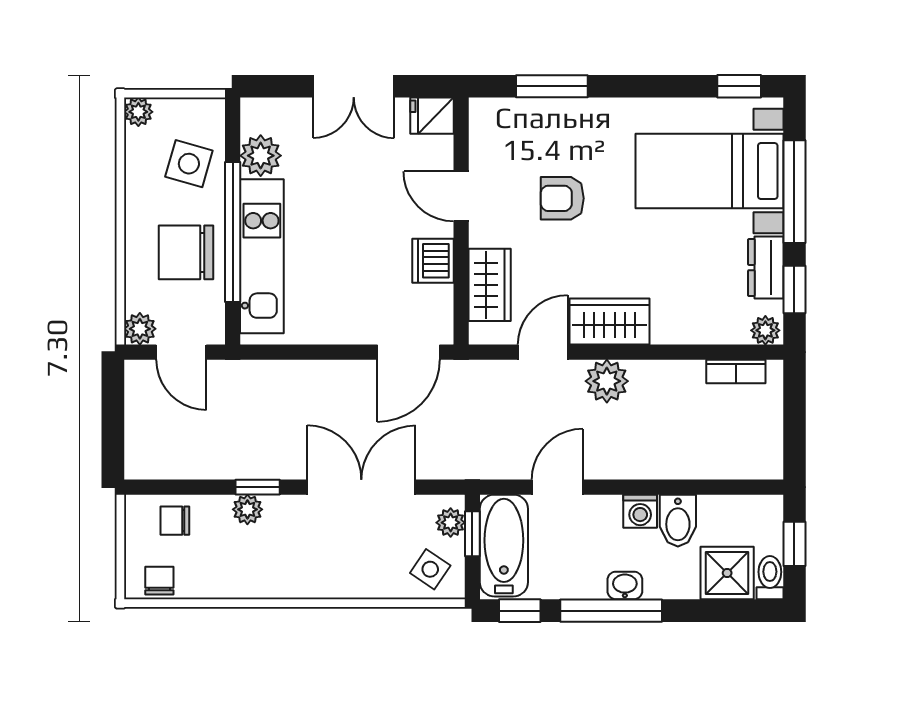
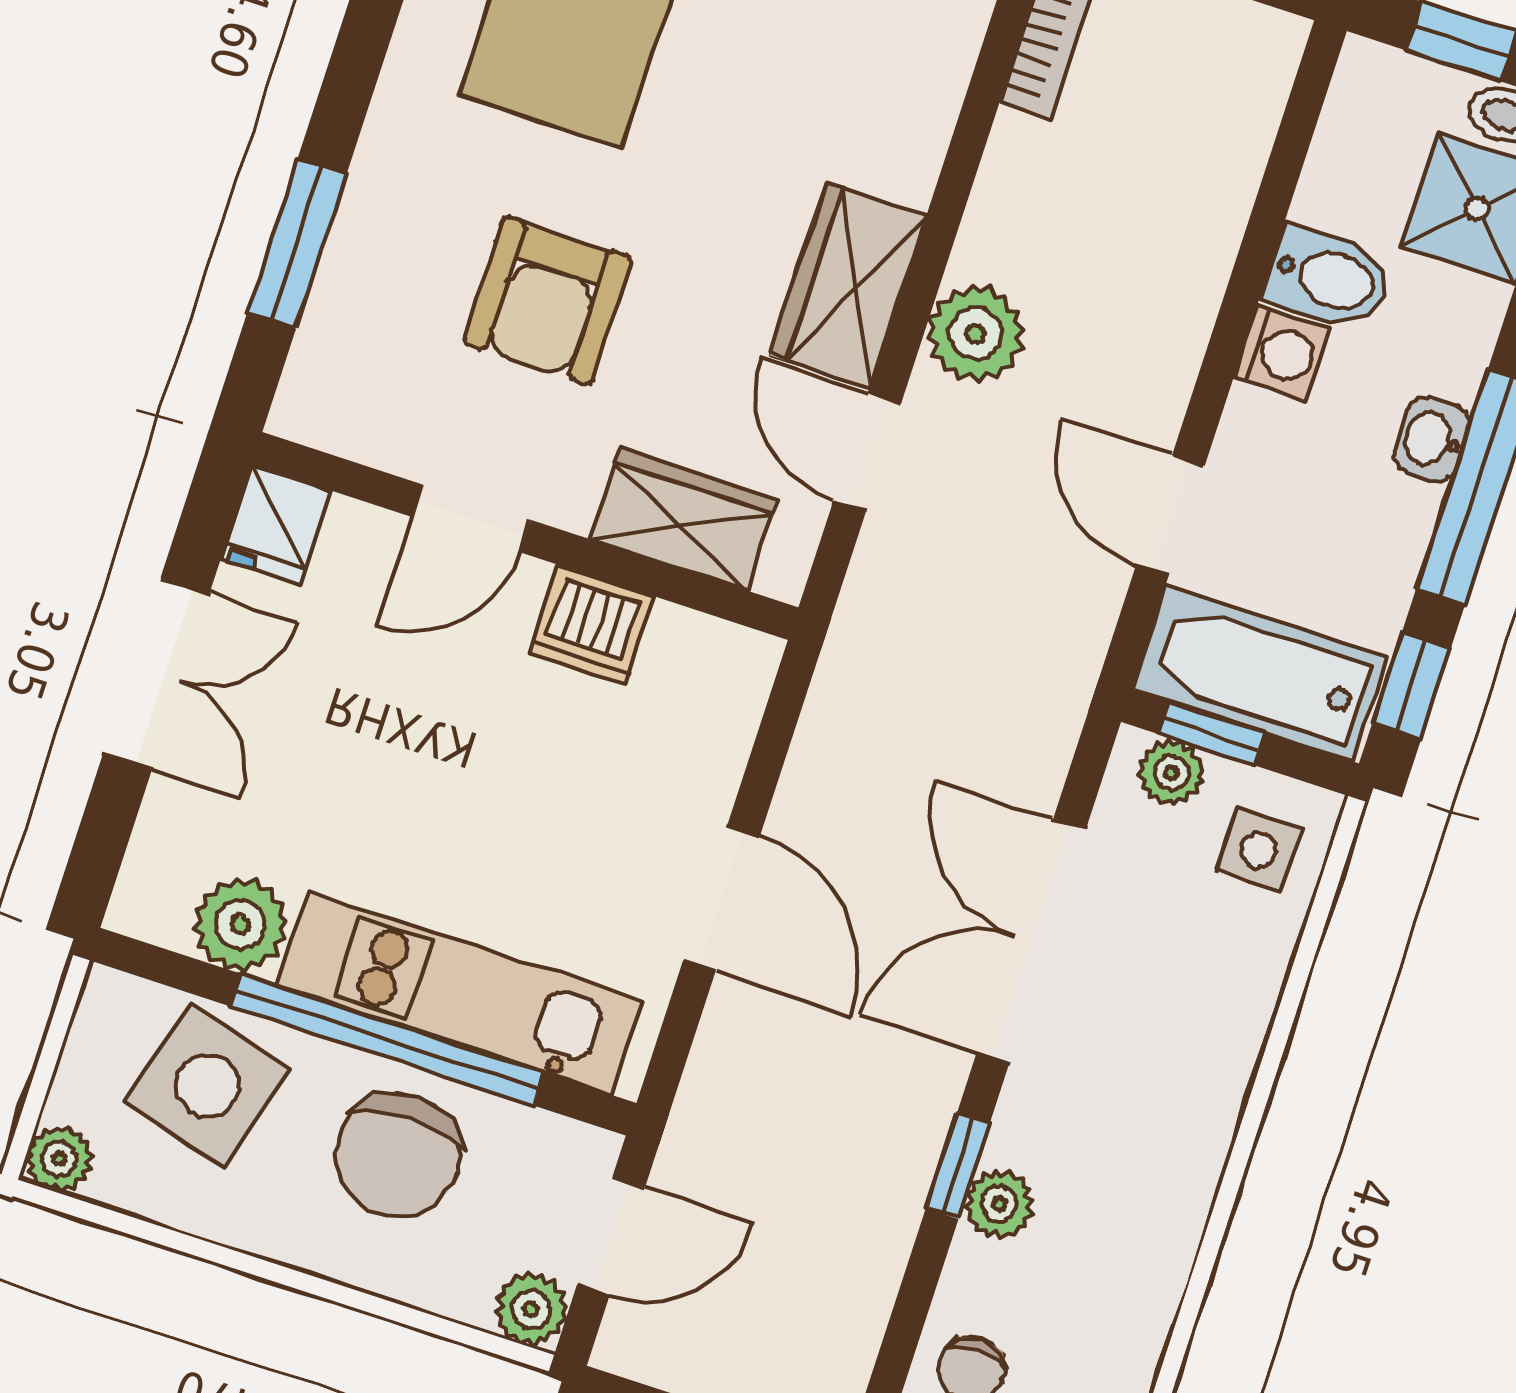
side table: (189, 164) -> (207, 1086), width x1.37, depth x1.37
armchair: (562, 198) -> (547, 300), width x1.38, depth x1.38
door: (409, 352) -> (721, 898), moved
side table: (430, 569) -> (1258, 850), turned -34

